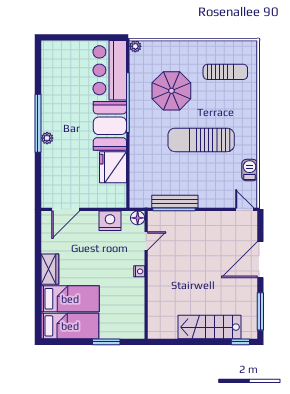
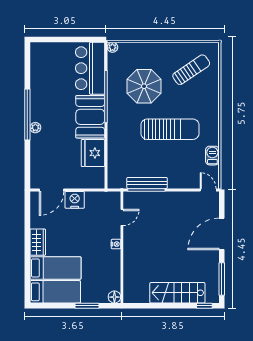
sun lounger: (225, 72) -> (191, 70), turned -34
sun lounger: (201, 140) -> (170, 129), turned 180
floor lamp: (138, 218) -> (114, 297), moved
nightstand: (110, 221) -> (75, 200), moved

